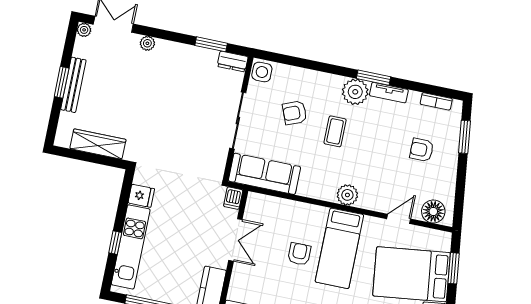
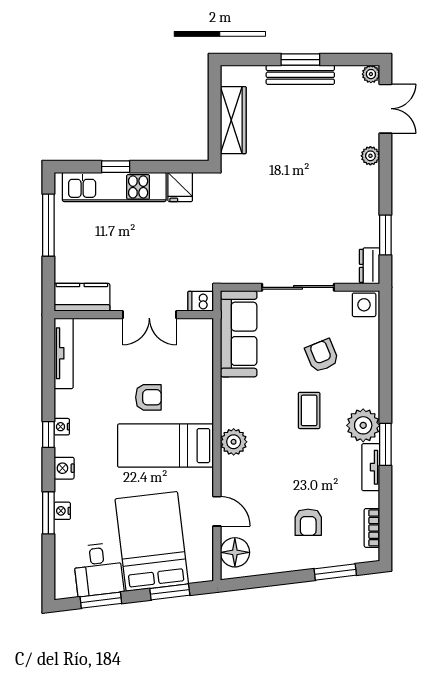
coffee table: (335, 131) -> (309, 410), turned 90
armchair: (422, 150) -> (308, 522), turned 180

